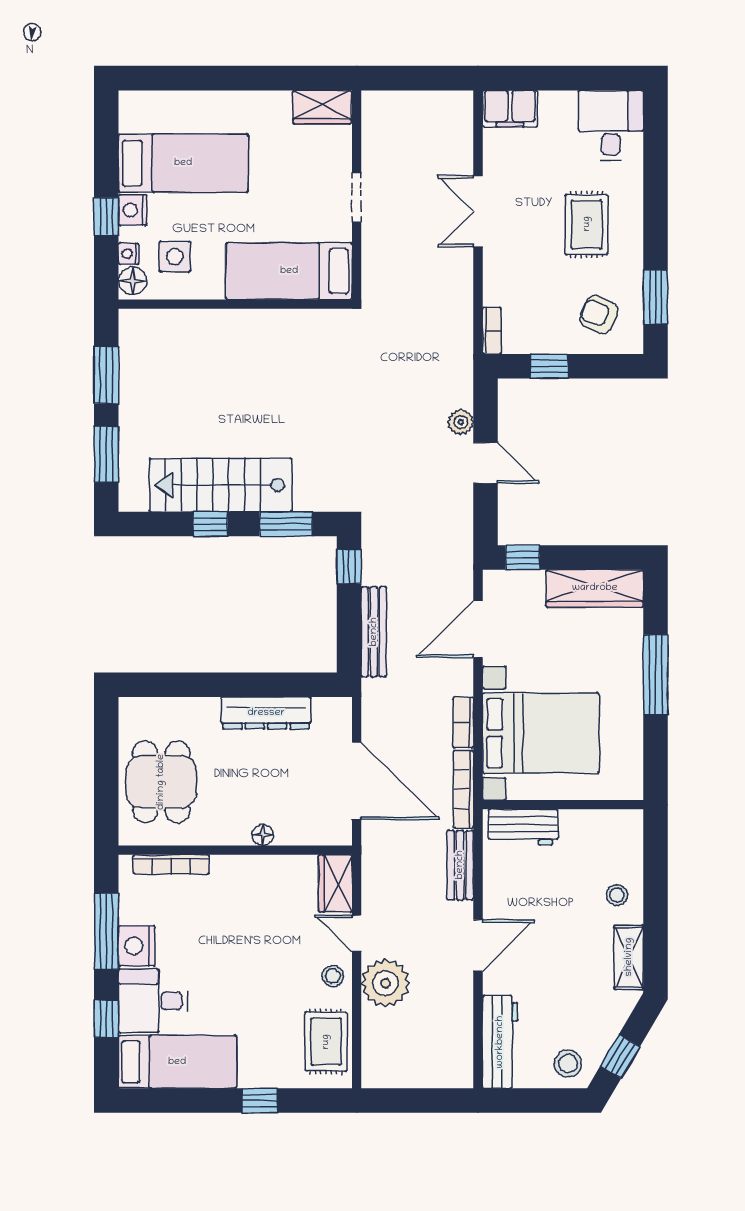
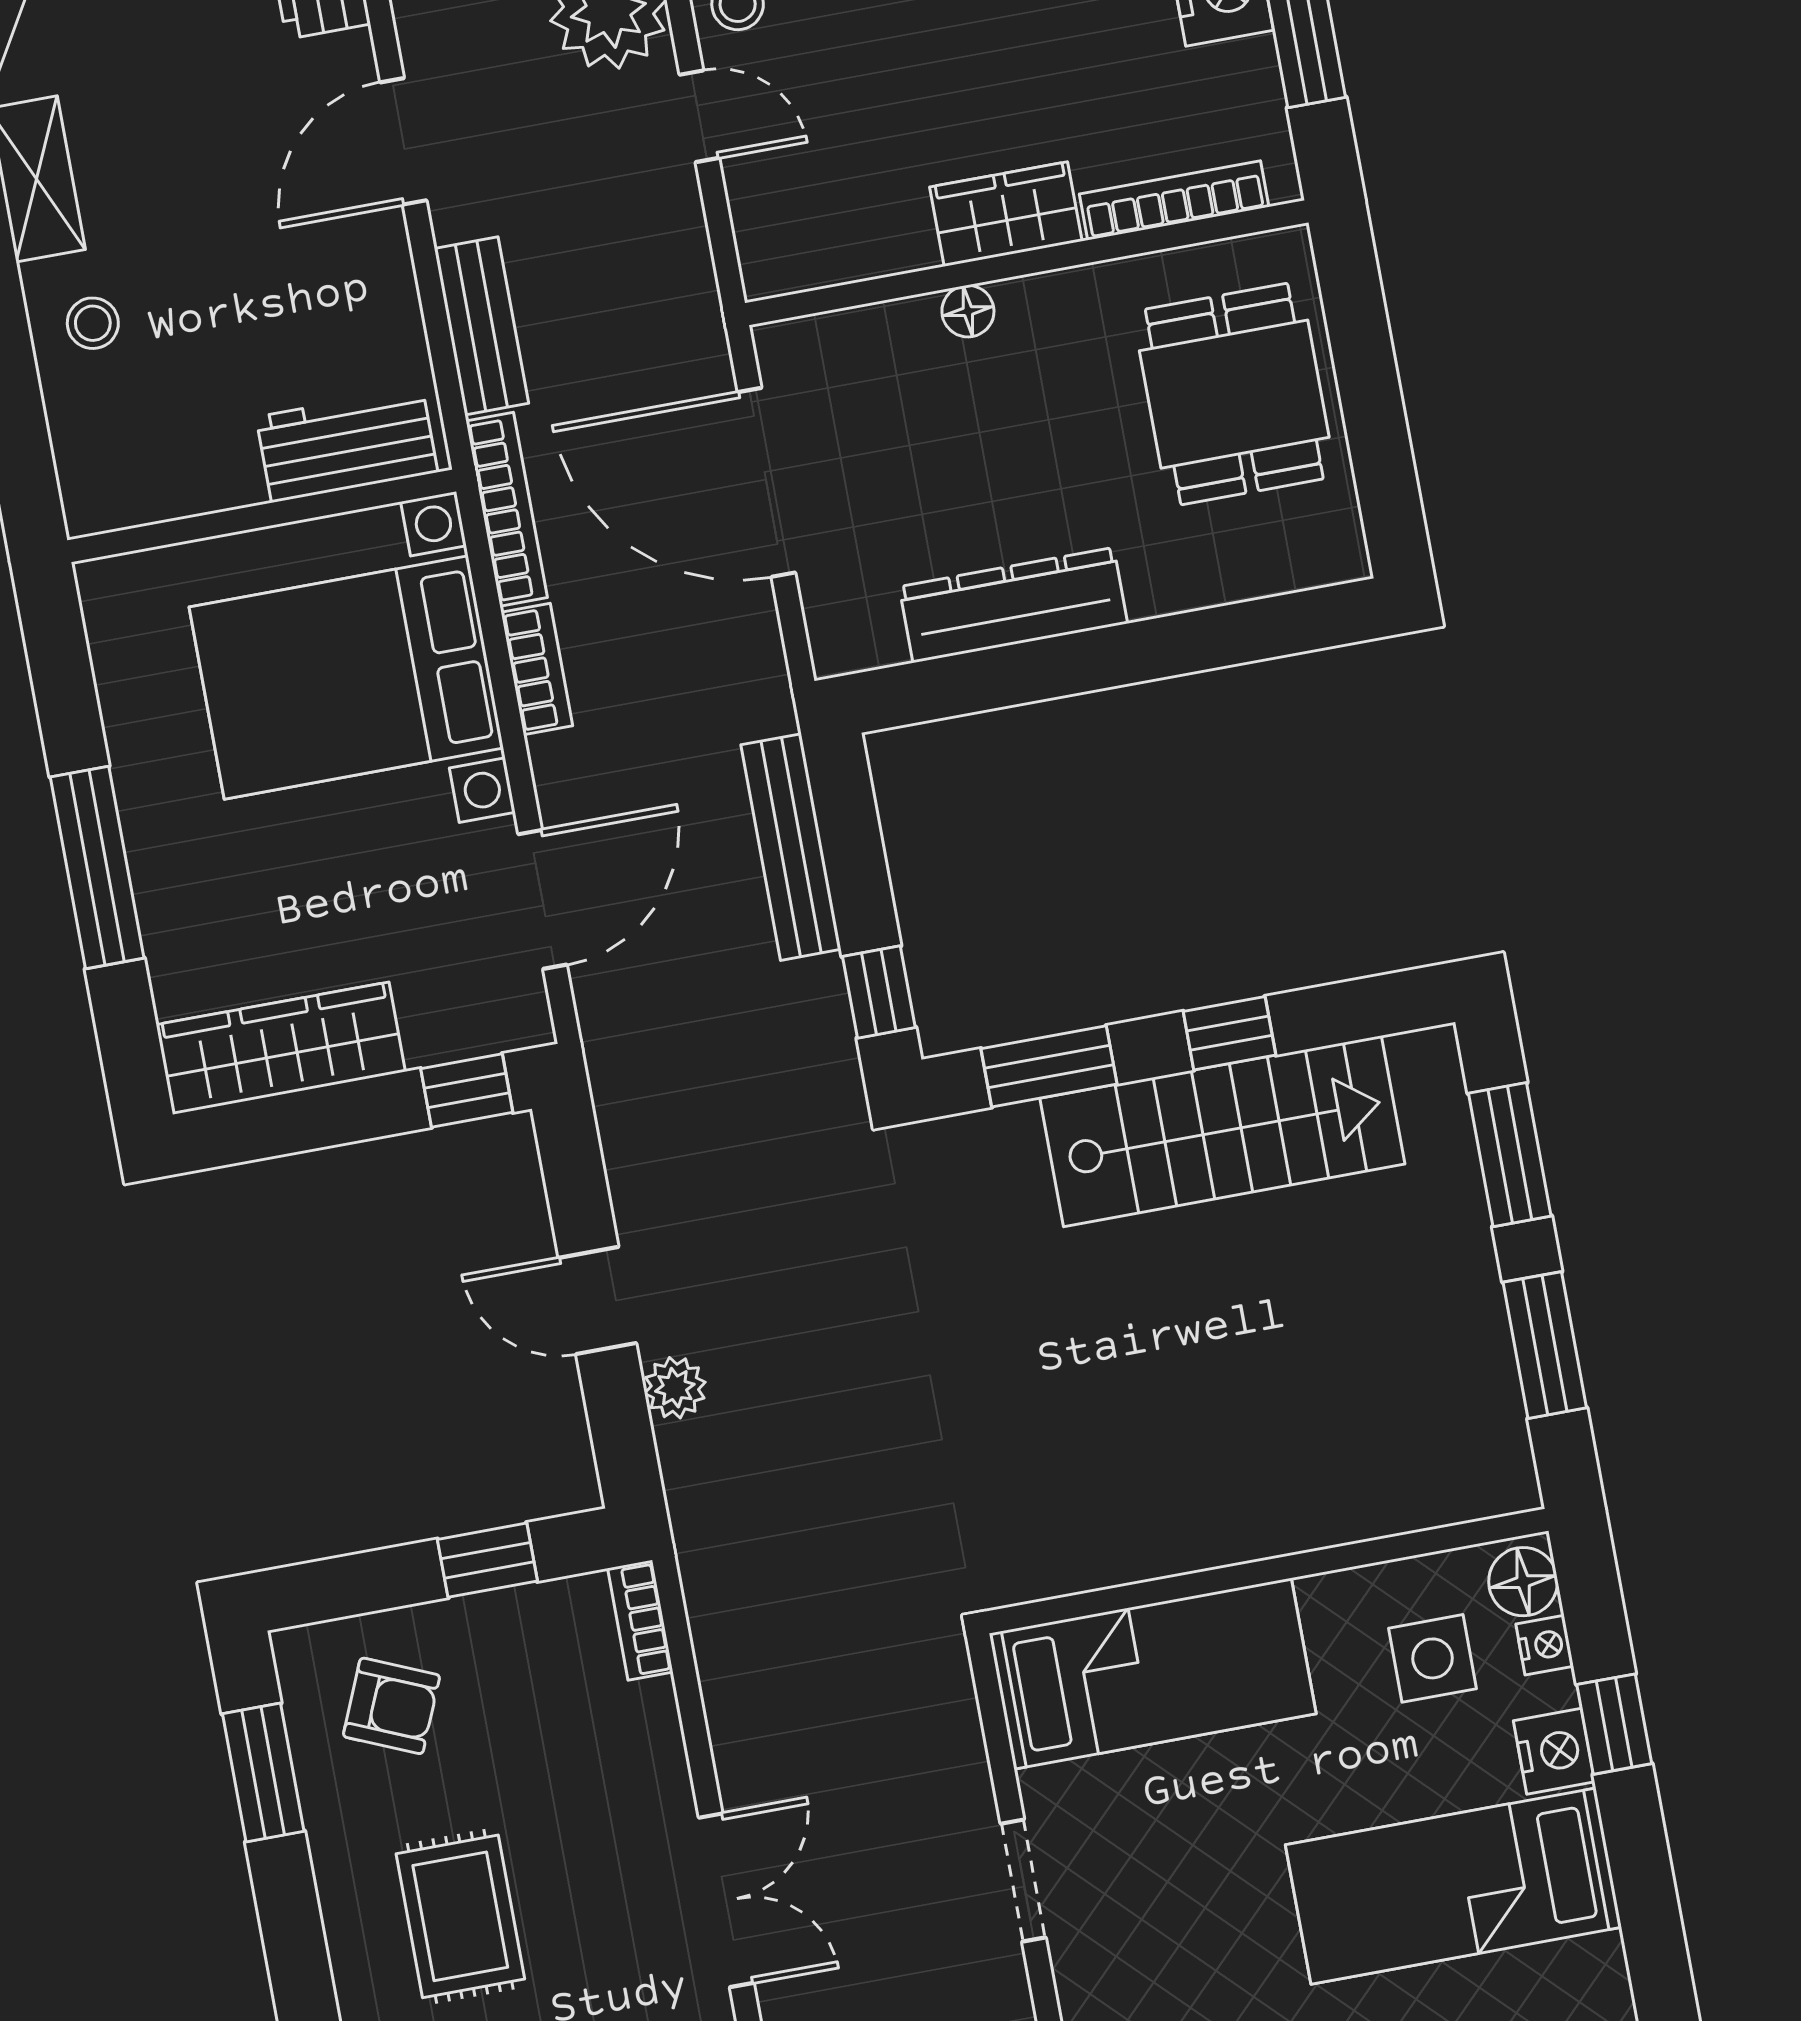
wardrobe: (335, 883) -> (1006, 214), moved, turned -90

